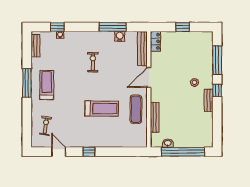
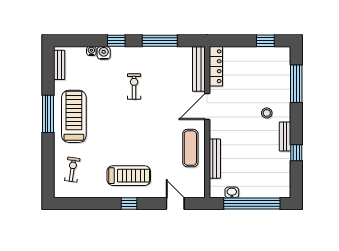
window: (57, 27) -> (116, 41), moved
window: (183, 27) -> (265, 41), moved
water cooler: (120, 36) -> (104, 53), moved
locker: (156, 41) -> (216, 66), width x1.53
treadmill: (47, 85) -> (74, 116), width x1.37, depth x1.37
window: (217, 90) -> (296, 153), moved
treadmill: (102, 109) -> (129, 176), moved
door: (59, 152) -> (175, 204), moved

